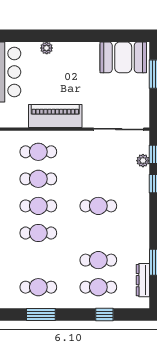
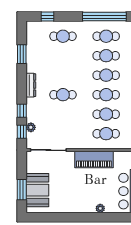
booth: (123, 57) -> (37, 190), moved, turned 90
cafe table: (98, 260) -> (106, 56), moved
dresser: (143, 280) -> (31, 85), moved
window: (41, 314) -> (104, 17), width x2.11
window: (104, 314) -> (47, 17), moved

